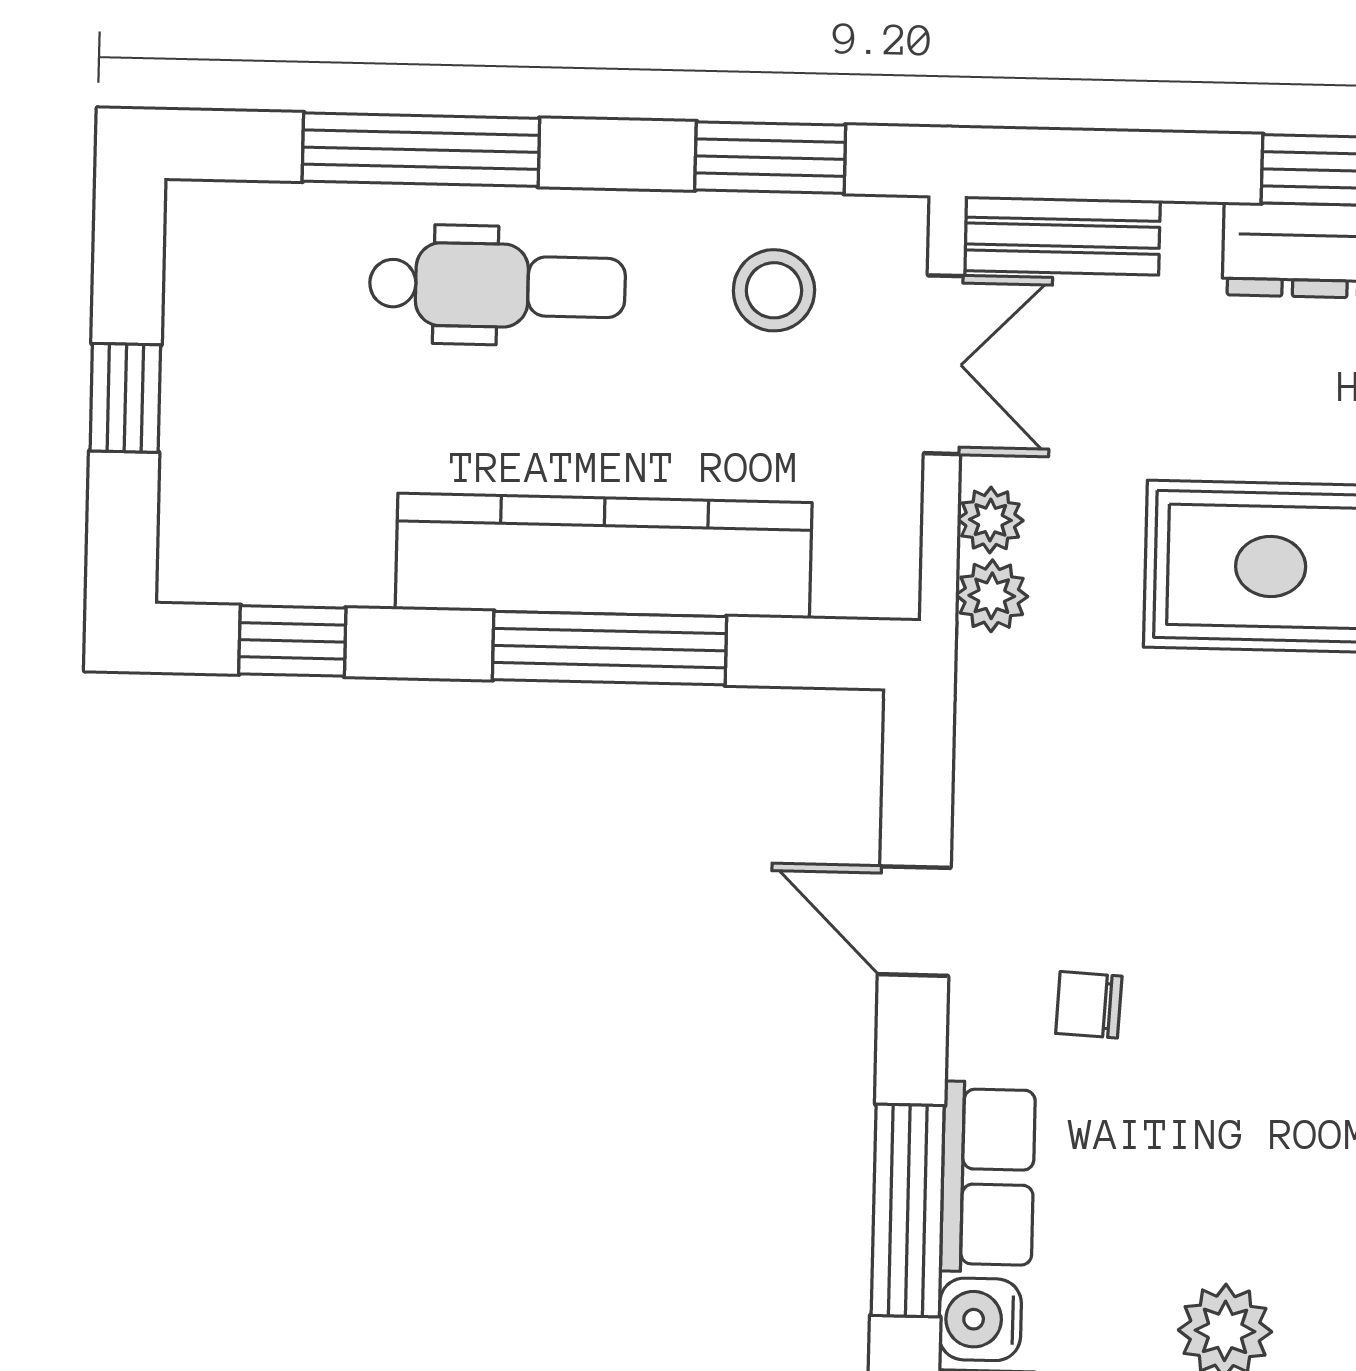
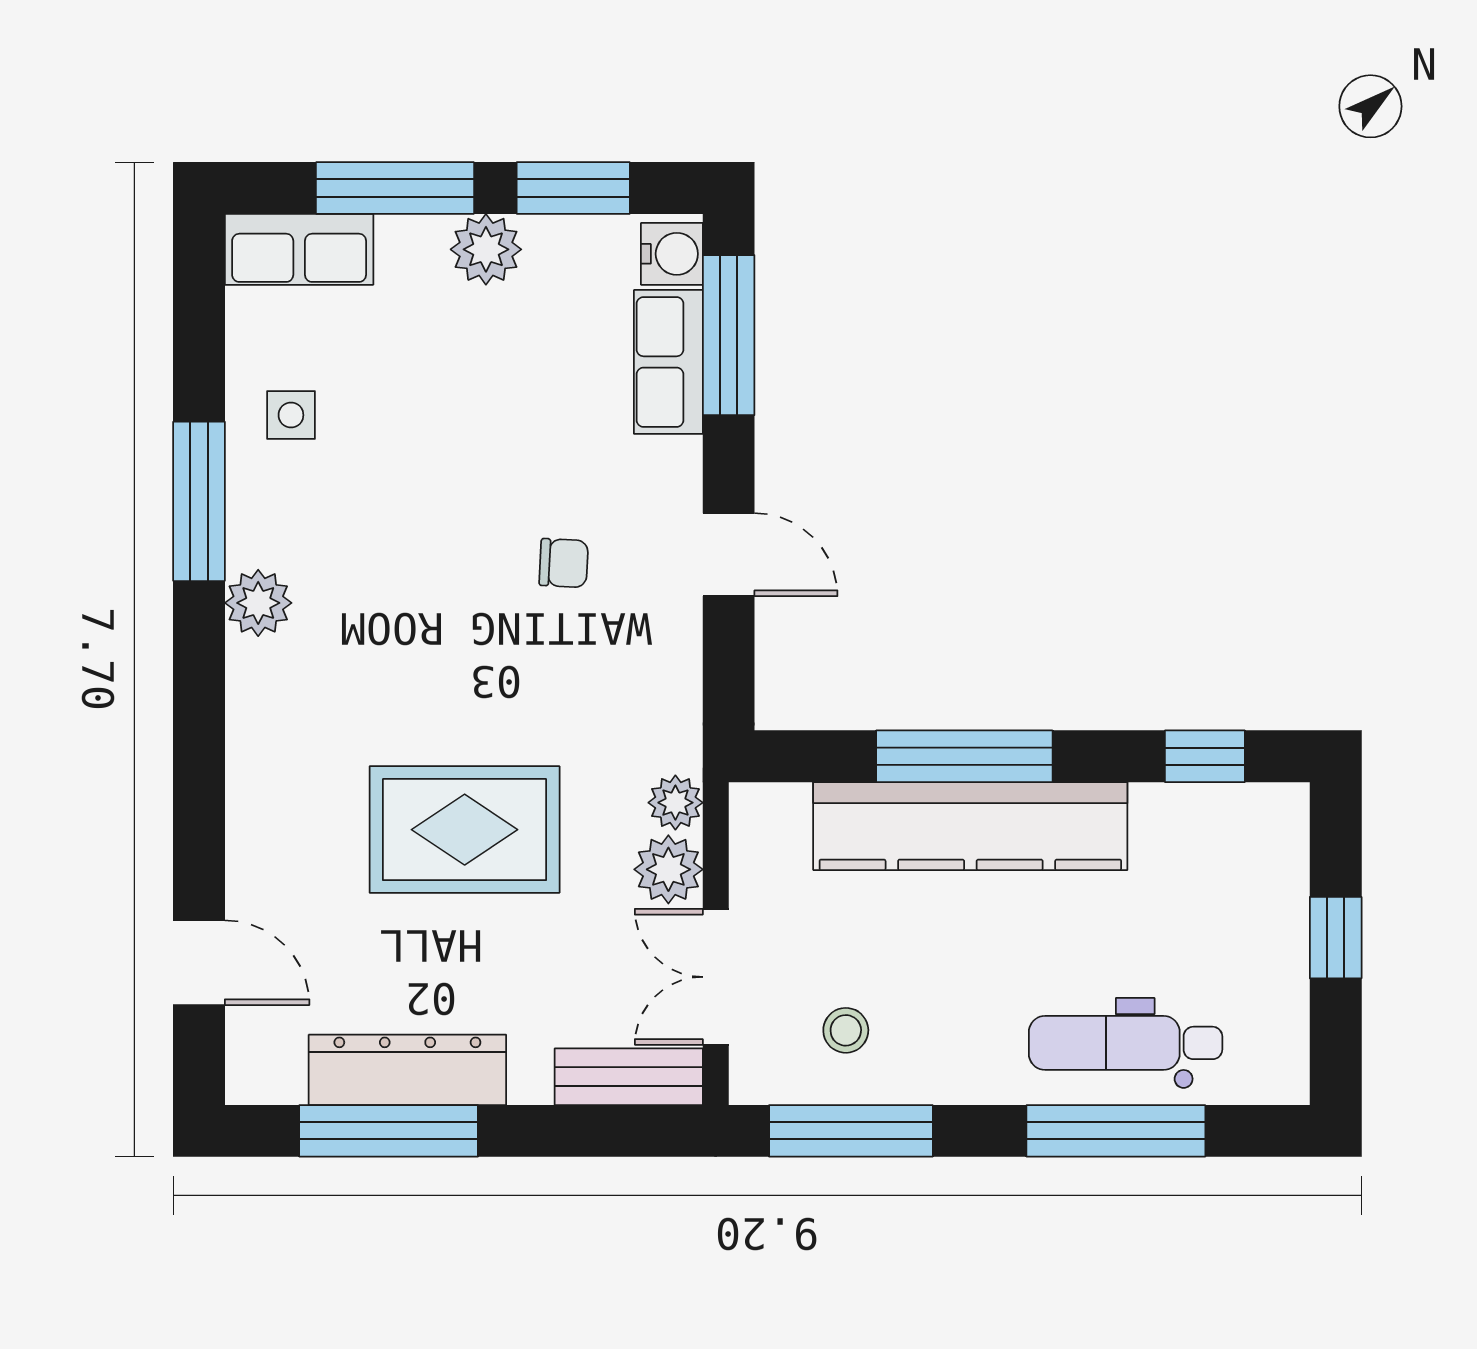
window: (770, 158) -> (851, 1131), width x1.44
dental chair: (497, 285) -> (1126, 1043), moved
stool: (774, 290) -> (846, 1030), width x0.73, depth x0.73
plant: (990, 520) -> (668, 869), width x1.38, depth x1.38
chair: (1089, 1005) -> (564, 563), moved

